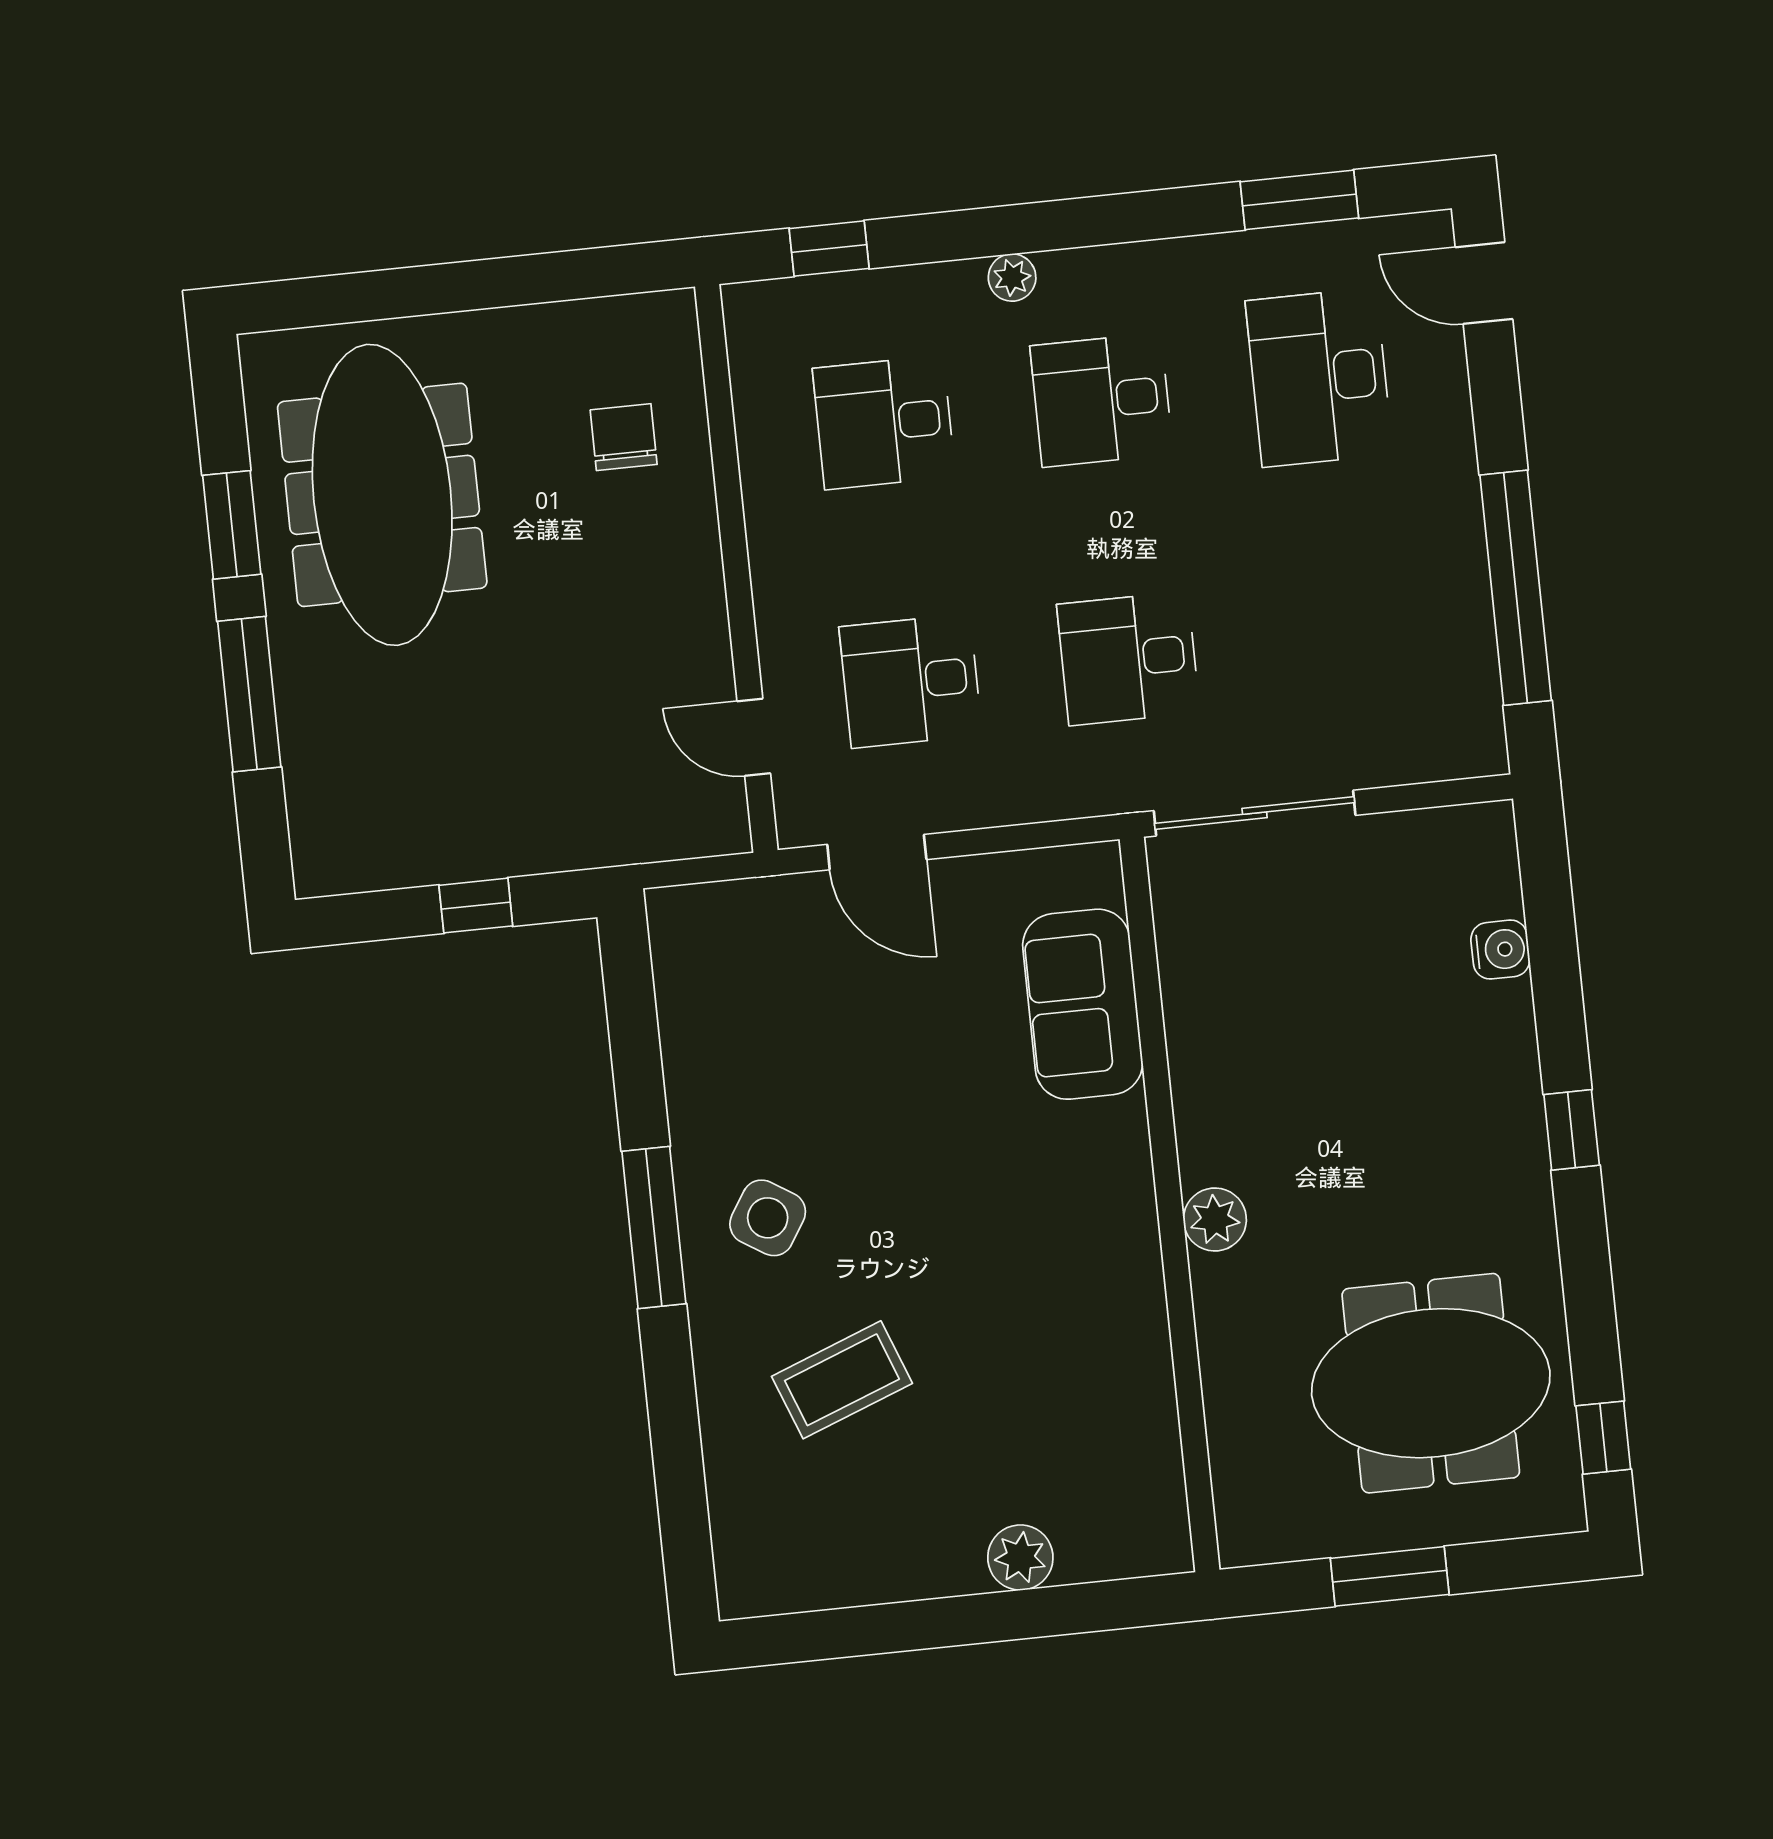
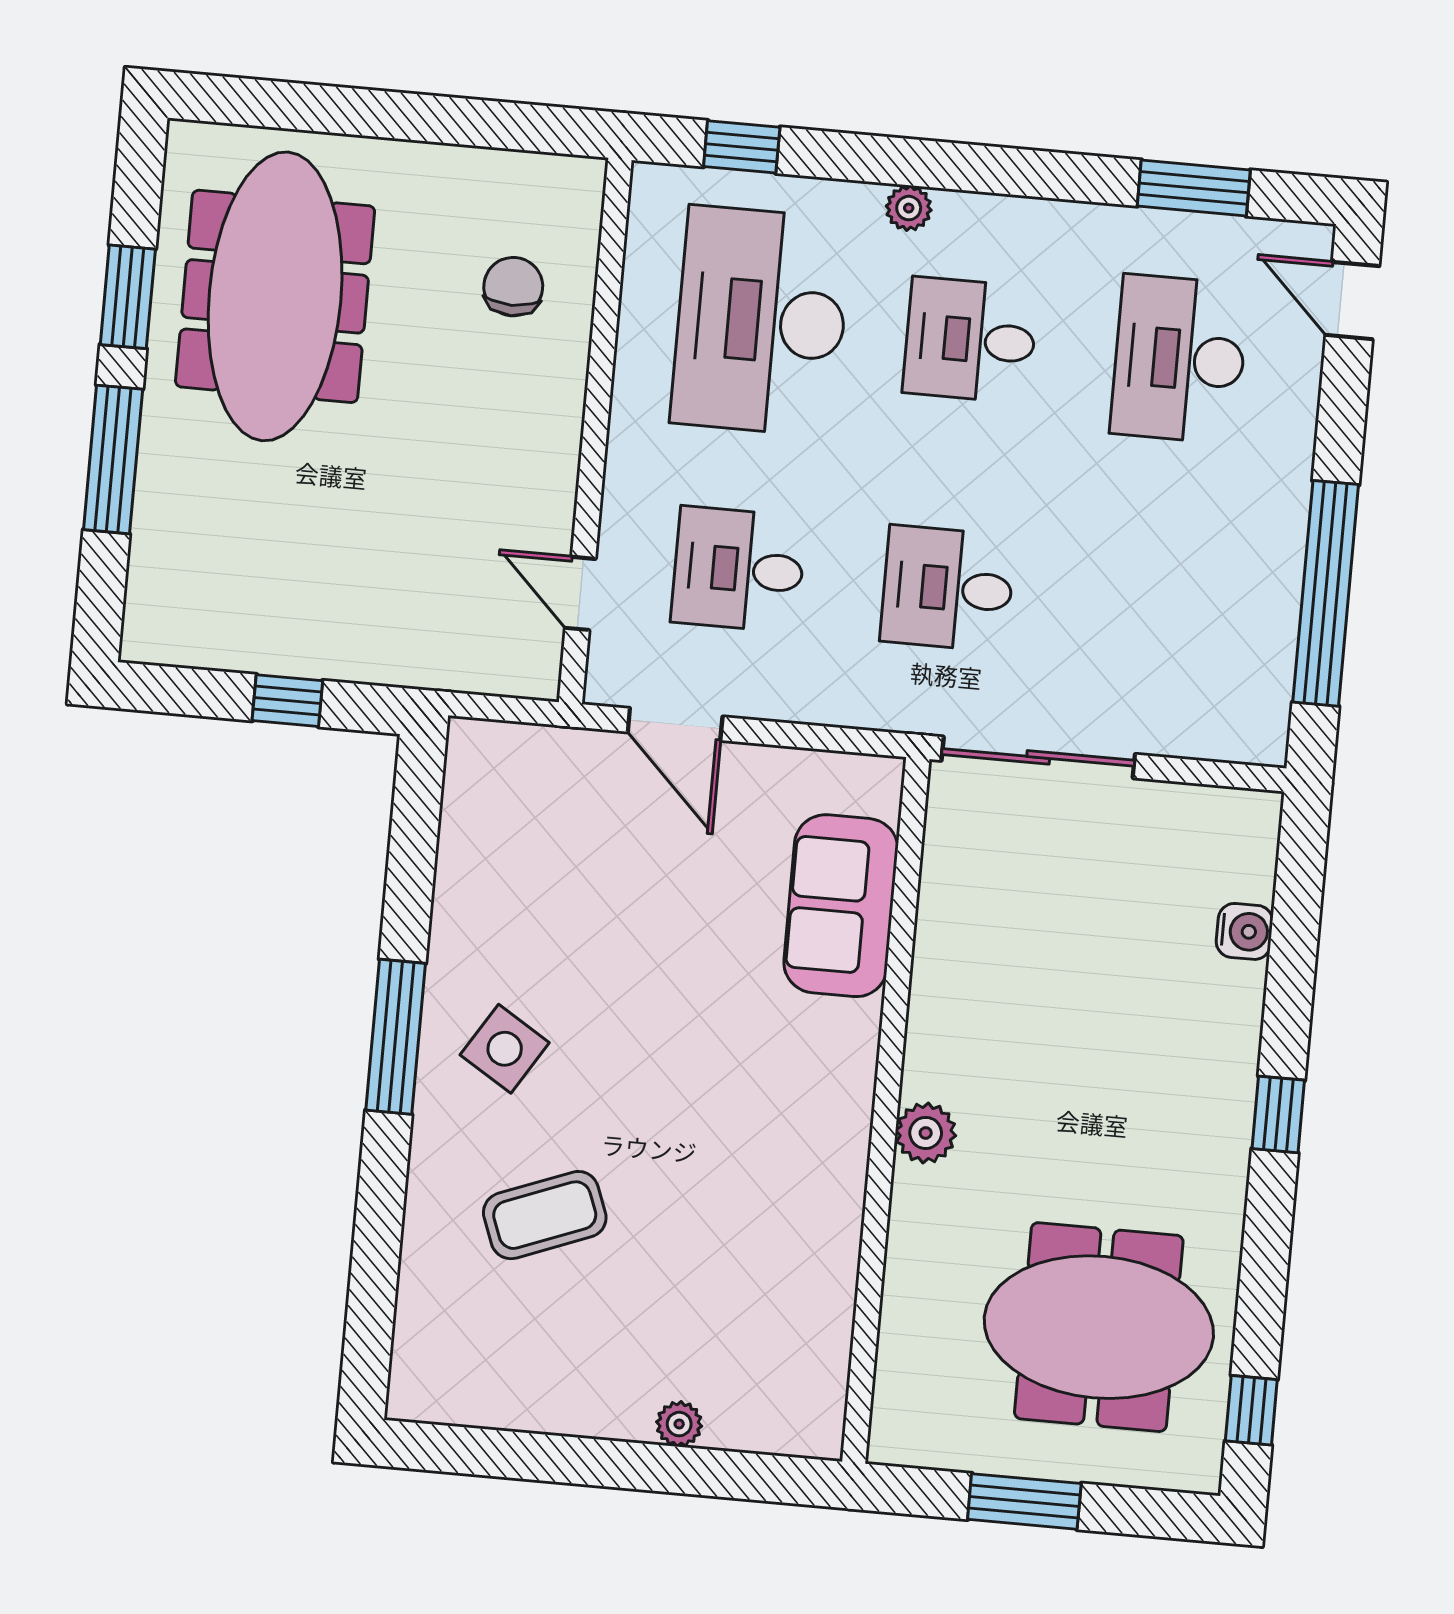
desk: (884, 422) -> (761, 321), width x1.87, depth x1.30
plant: (1020, 1558) -> (679, 1424), width x0.73, depth x0.73

